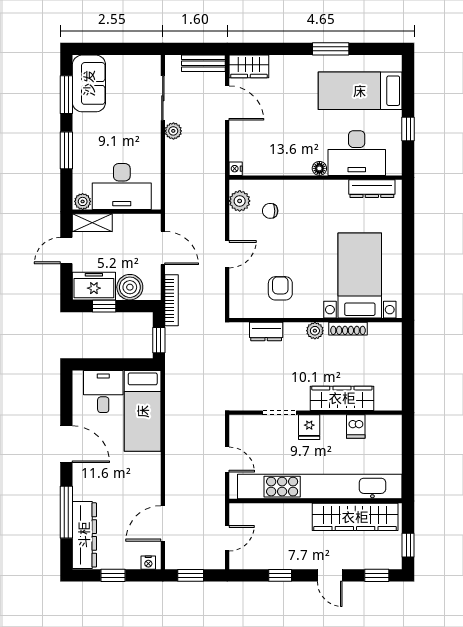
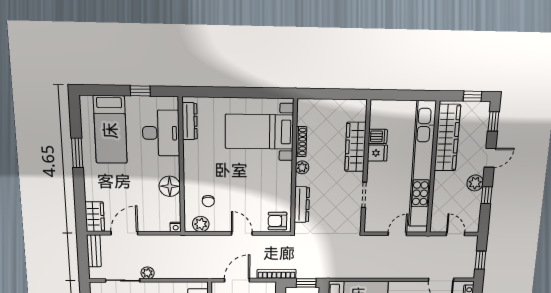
floor lamp: (319, 168) -> (170, 186), moved, width x1.89, depth x1.89
armchair: (280, 288) -> (277, 221), moved
dresser: (266, 332) -> (302, 205), width x1.44
fridge: (309, 427) -> (377, 153), moved
plant: (296, 559) -> (475, 183), added

